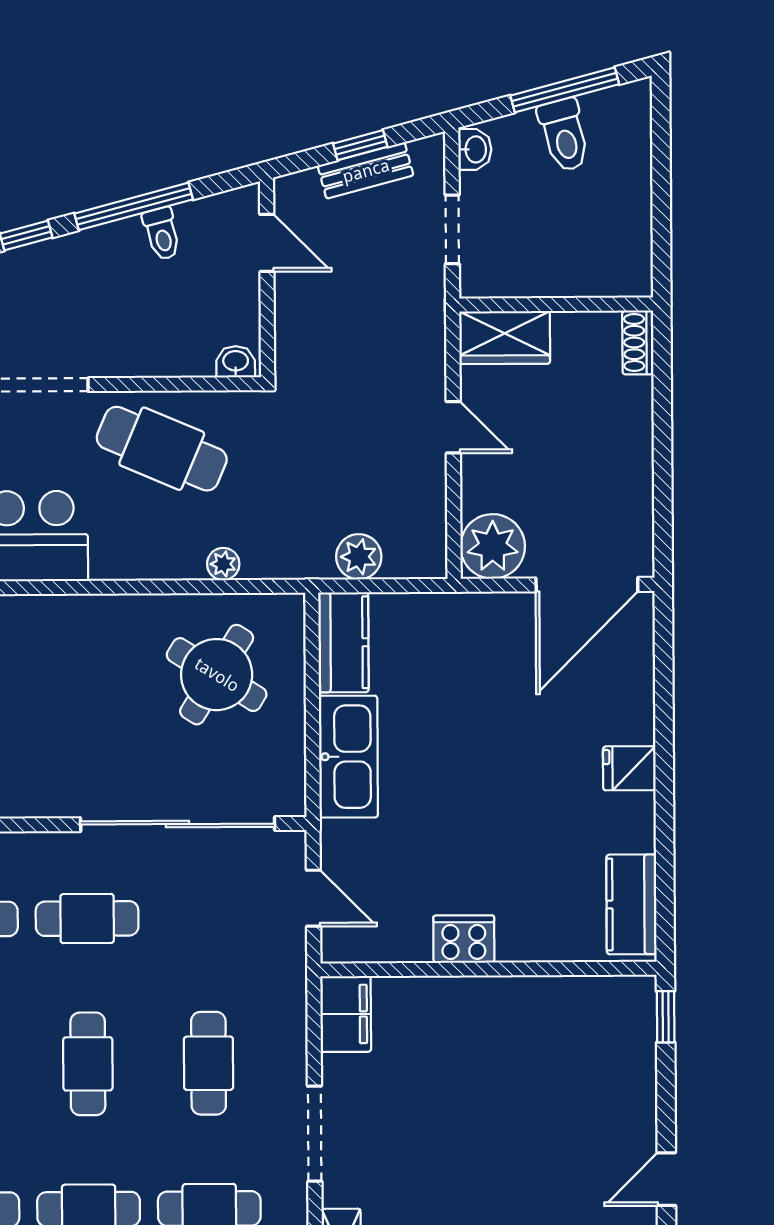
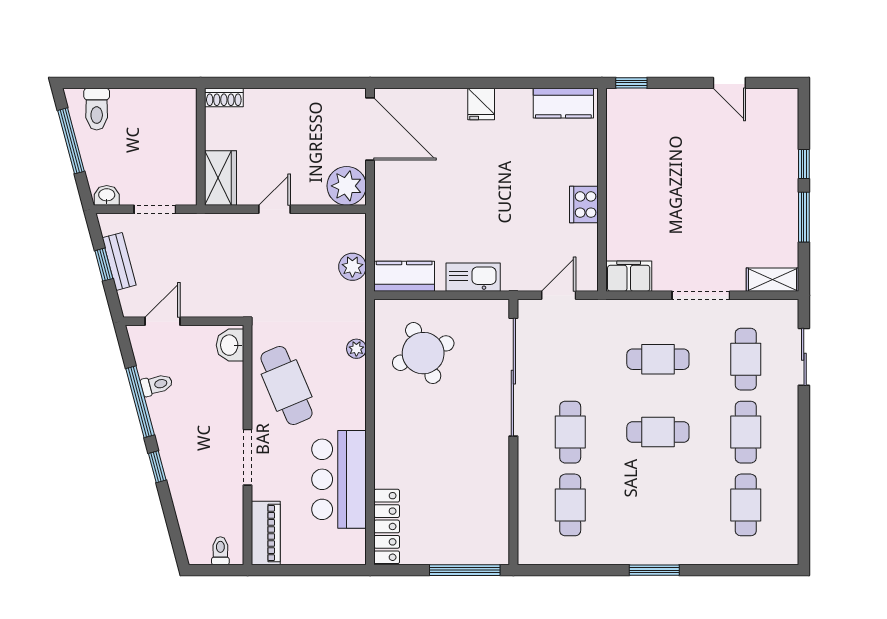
toilet: (564, 135) -> (97, 109), moved, turned 105
washbasin: (236, 362) -> (230, 345), width x1.38, depth x1.45
cafe table: (162, 449) -> (287, 386), turned -46
round table: (217, 675) -> (423, 353), turned 35
kitchen sink: (348, 757) -> (473, 277), width x0.73, depth x0.81

